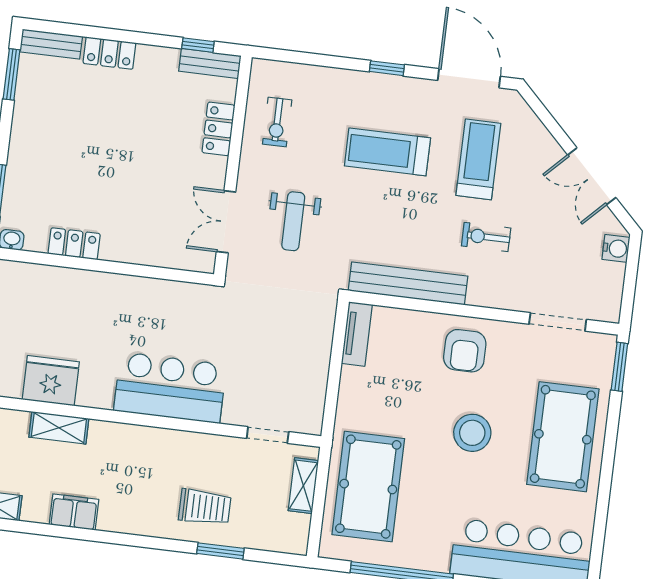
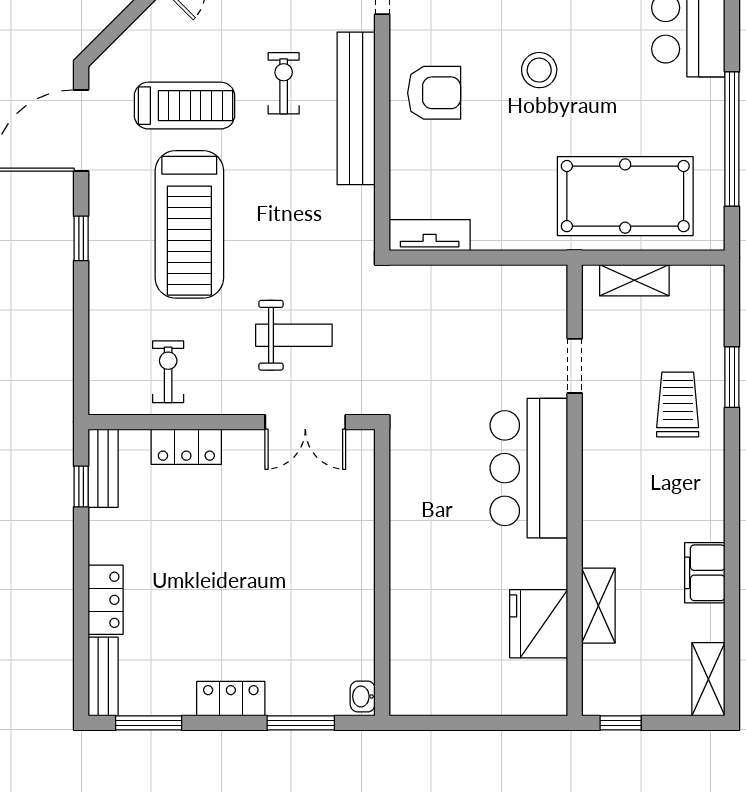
exercise bike: (277, 122) -> (168, 372), turned -90
treadmill: (387, 152) -> (189, 224), width x1.37, depth x1.38
treadmill: (478, 159) -> (184, 106), turned 180
exercise bike: (486, 237) -> (284, 83), turned 180
locker: (74, 244) -> (231, 699), moved, turned 90
bench: (408, 283) -> (356, 108), moved
stool: (472, 433) -> (539, 70), width x0.73, depth x0.73
doorway: (268, 435) -> (575, 366), moved

